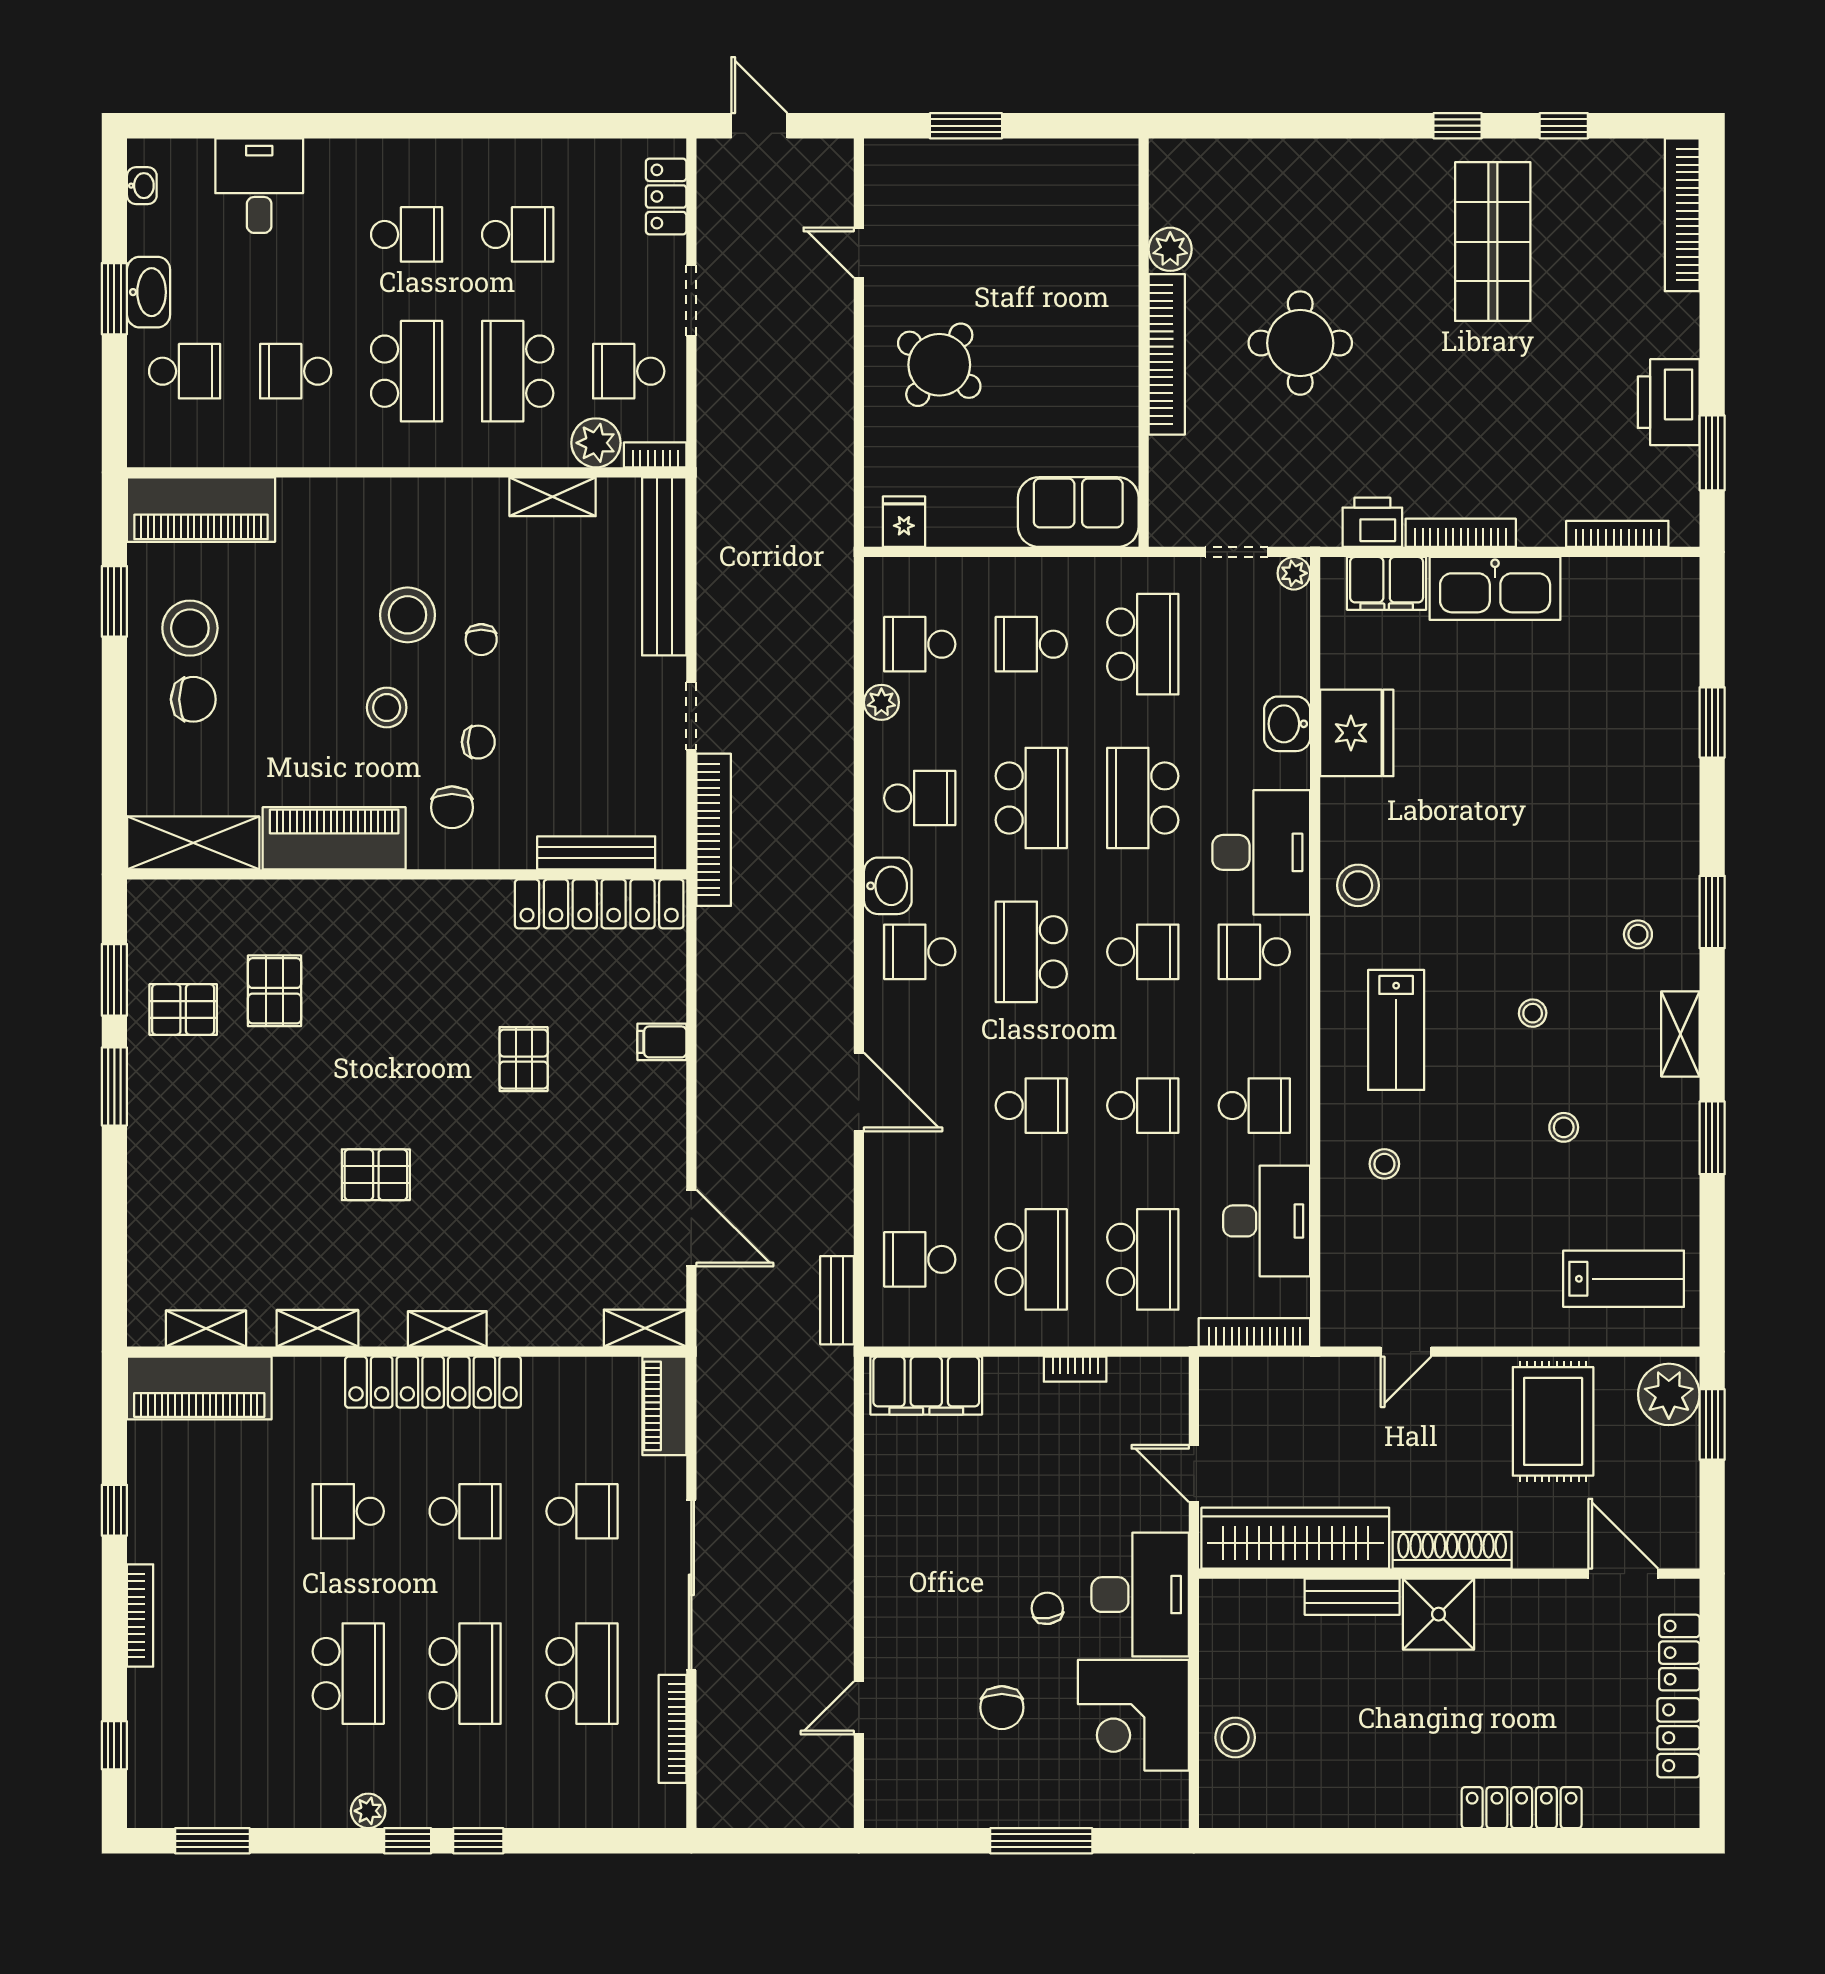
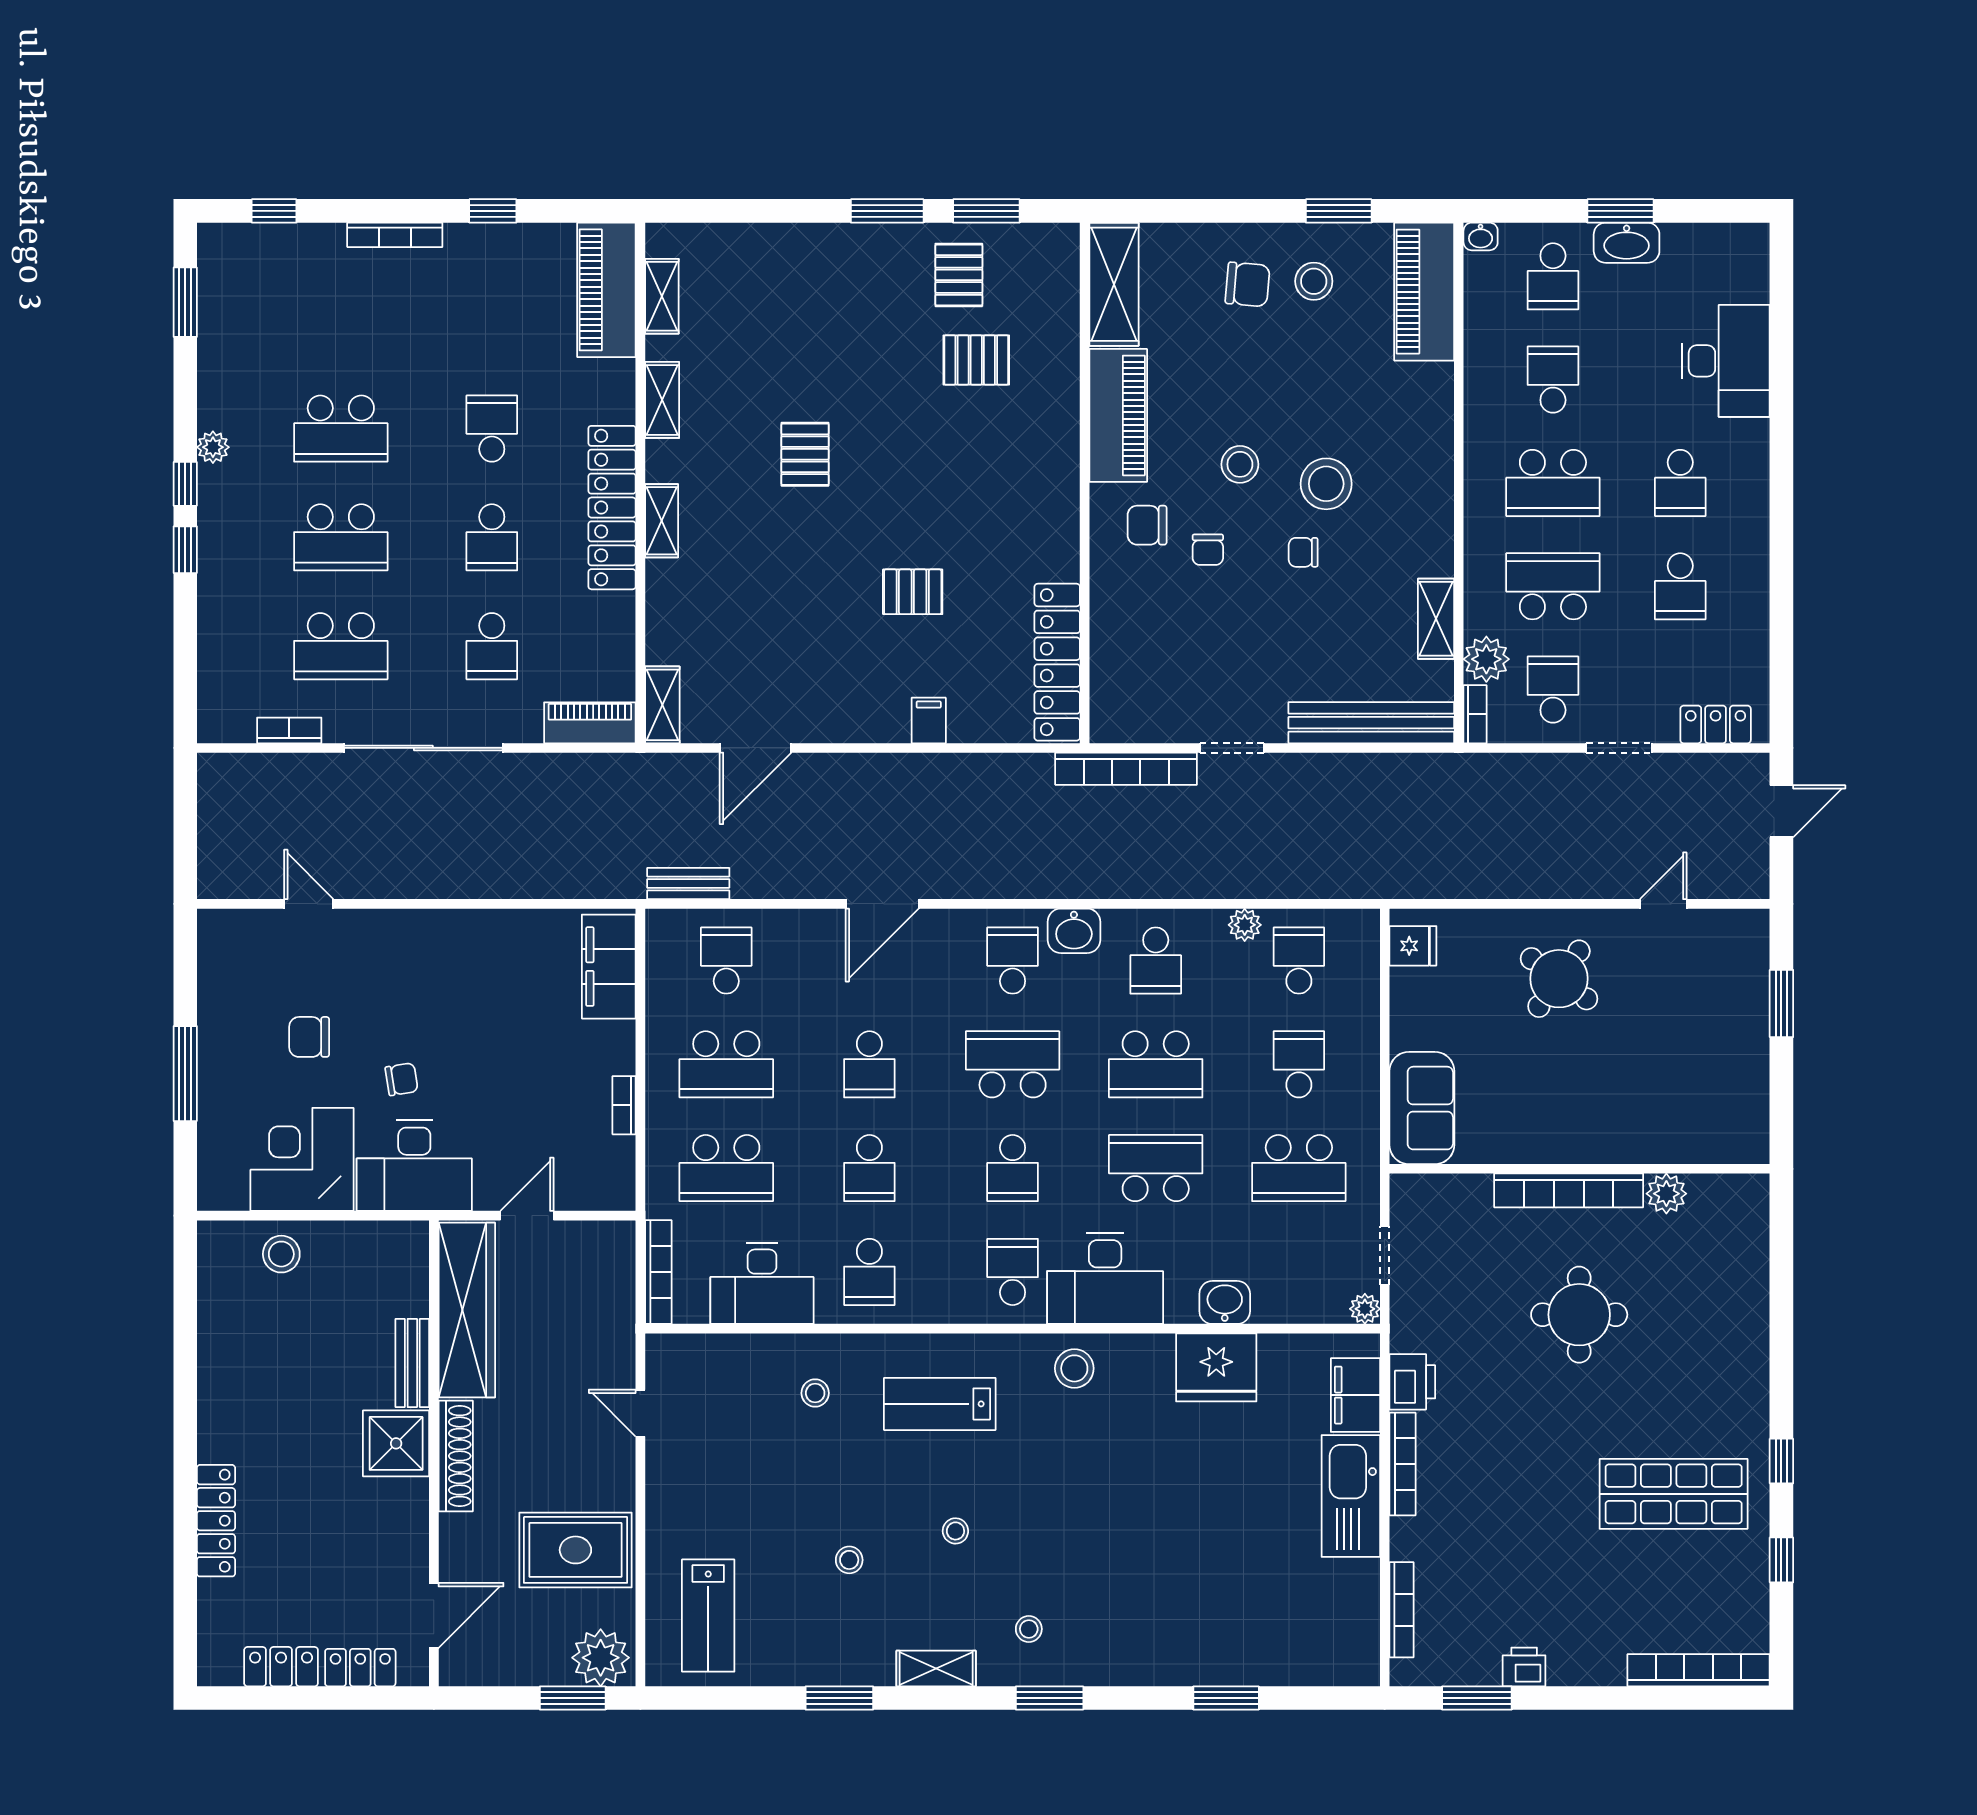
washbasin: (142, 186) -> (1481, 236), moved
desk: (259, 186) -> (1726, 361), width x1.37
printer: (1669, 402) -> (1524, 1667), width x0.53, depth x0.68
stool: (190, 628) -> (1314, 281), width x0.73, depth x0.73
chair: (193, 699) -> (1248, 284), turned -85
bench: (596, 853) -> (1105, 659), removed
bookcase: (673, 1729) -> (289, 730), width x0.64

